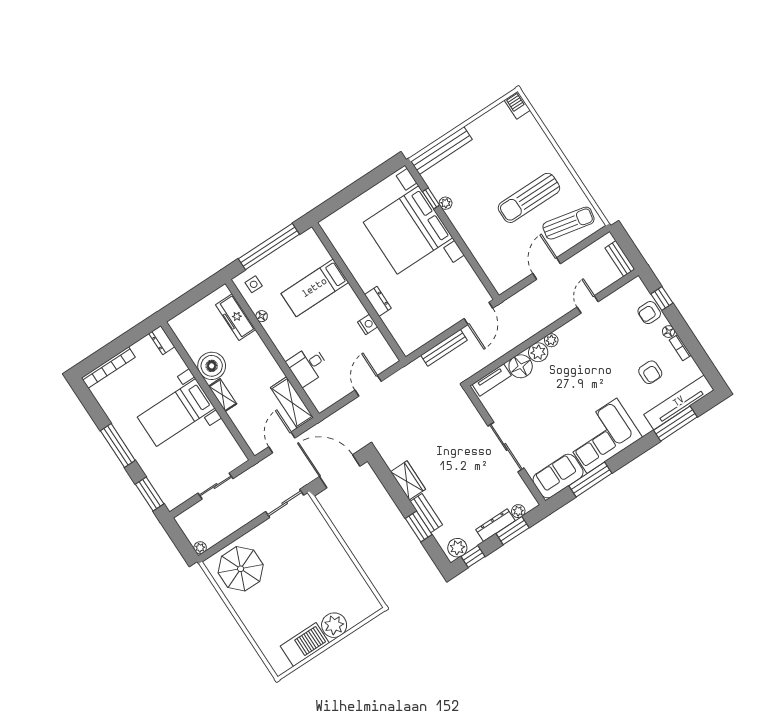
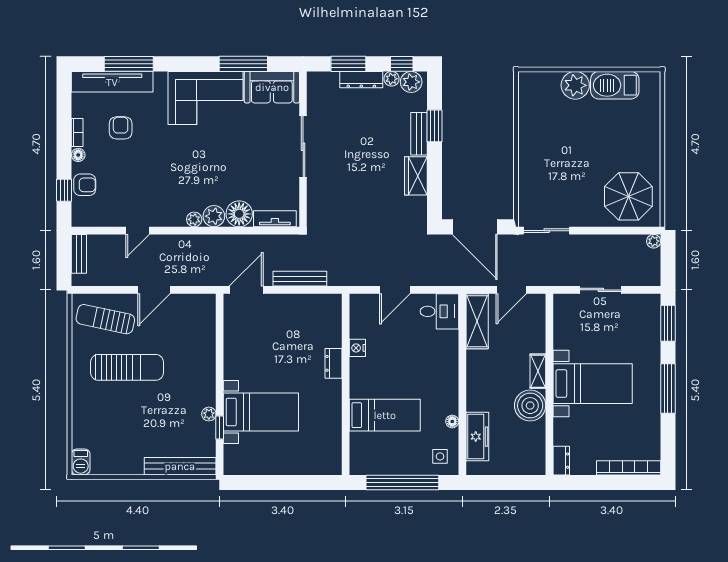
bed with nightstands: (408, 230) -> (261, 412), width x0.54
desk: (308, 366) -> (439, 311), moved
plant: (518, 511) -> (392, 79), moved

